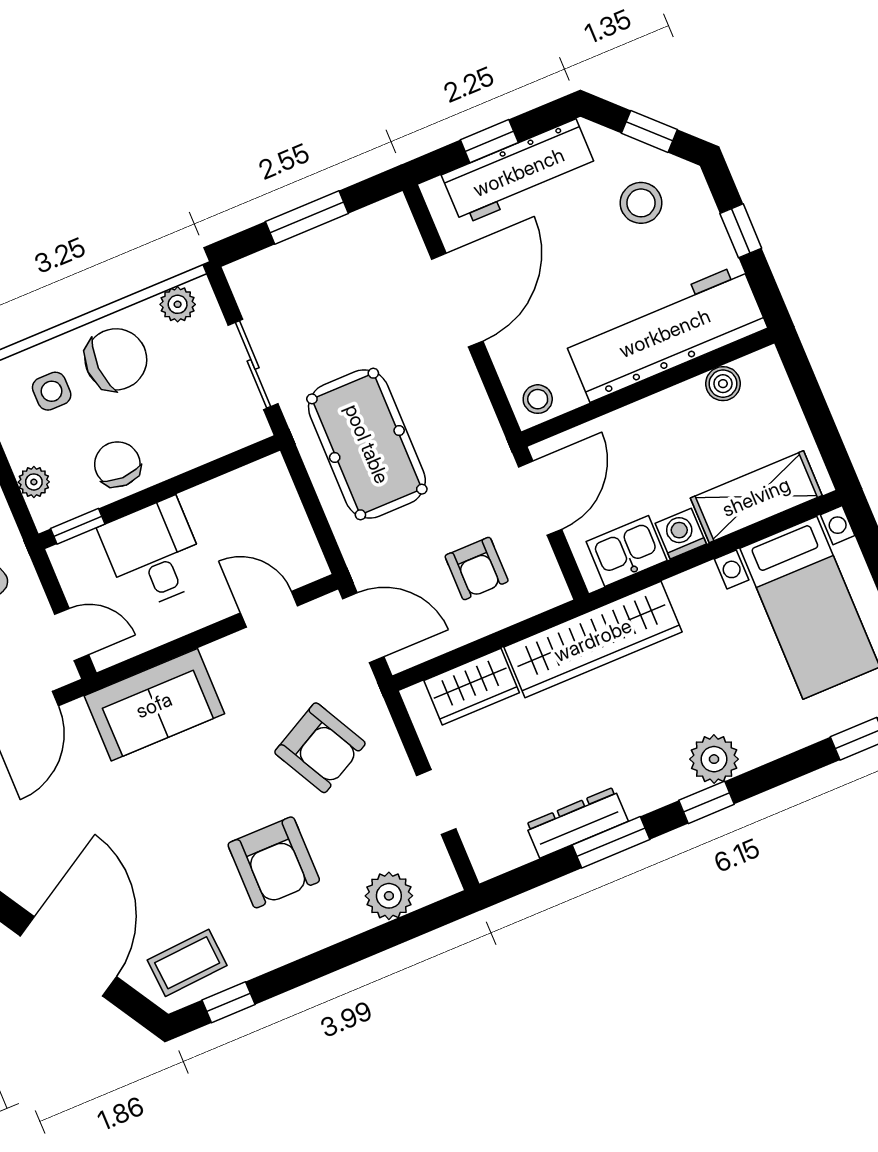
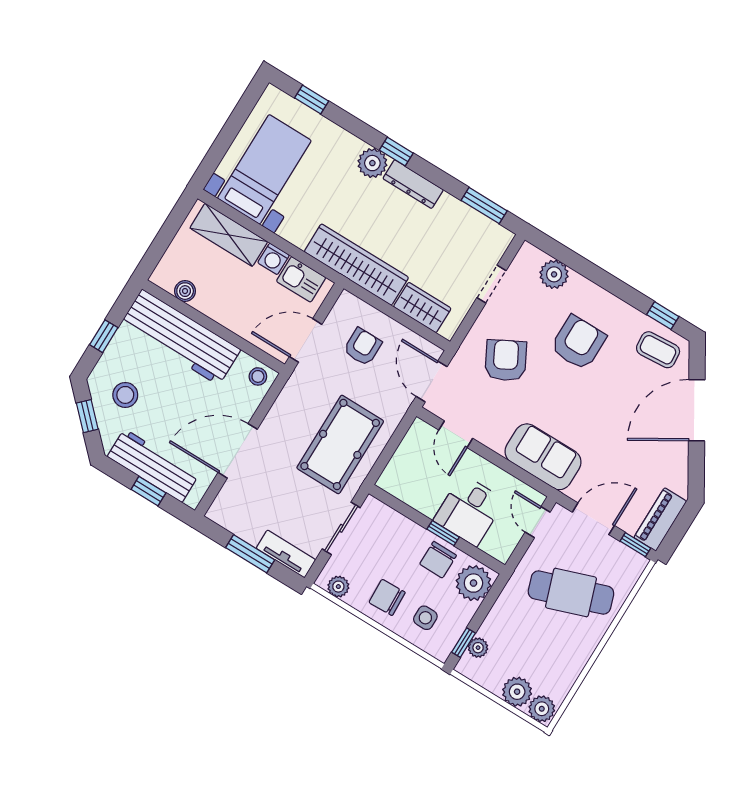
tv unit: (272, 265) -> (286, 554), added
chair: (116, 359) -> (387, 597), width x0.73, depth x0.73
plant: (34, 482) -> (473, 583), width x1.88, depth x1.88
window: (78, 526) -> (443, 533), moved
dresser: (577, 823) -> (413, 184), moved
window: (611, 842) -> (484, 206), moved

